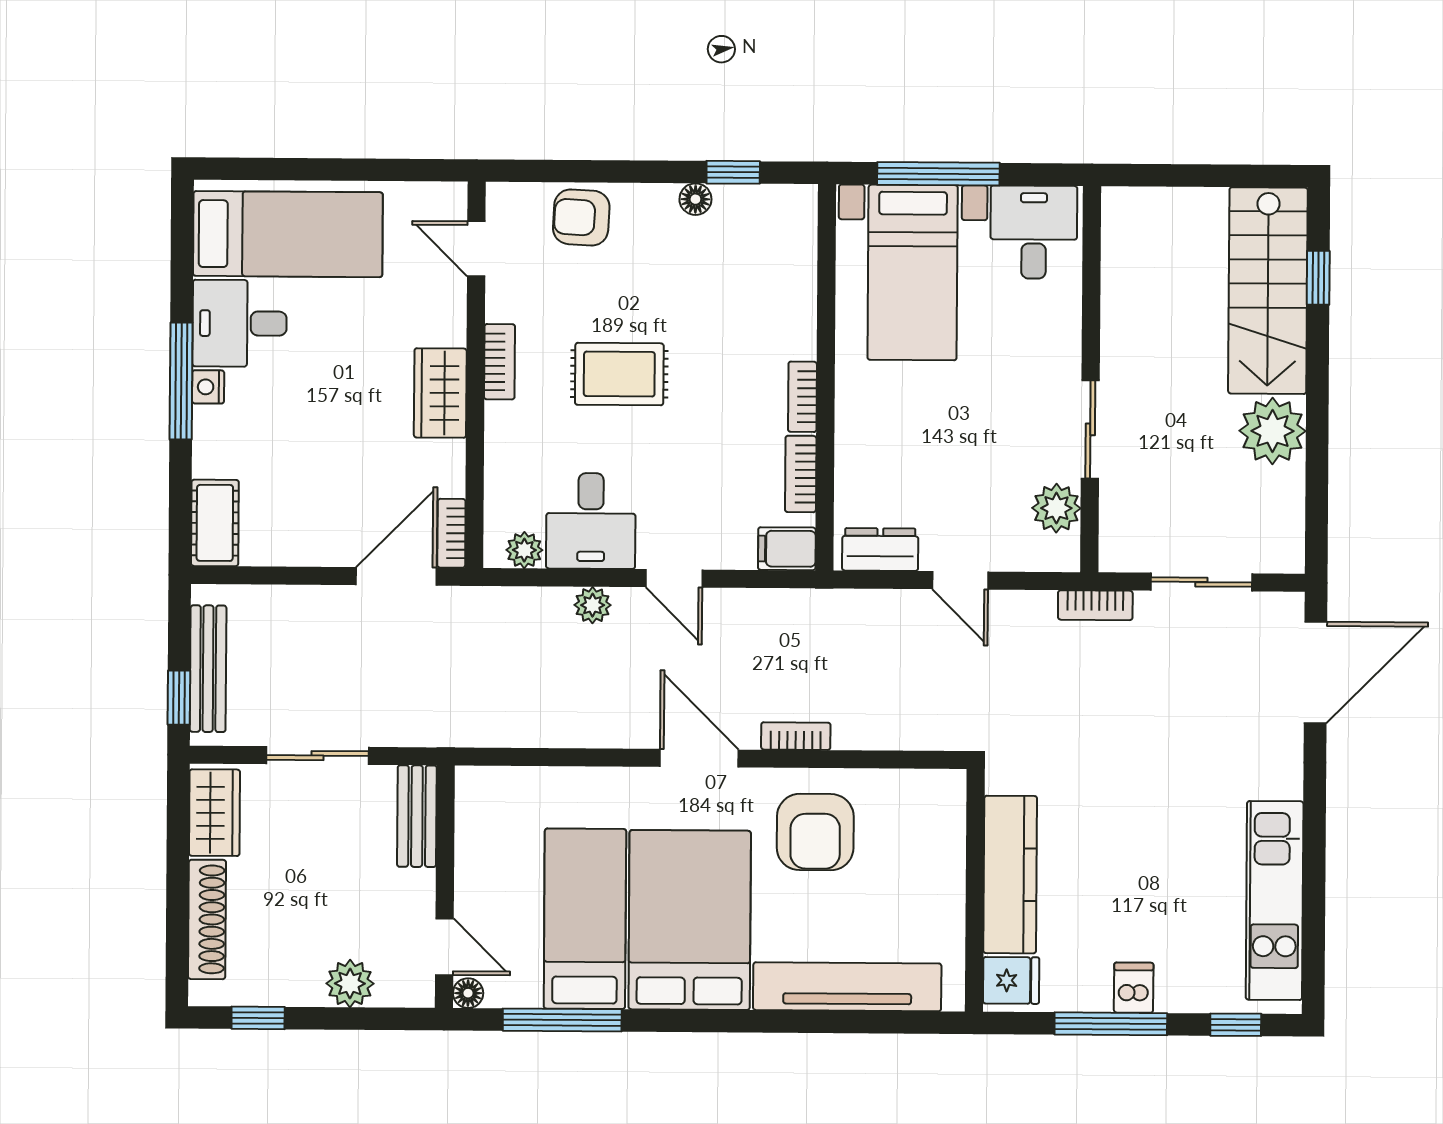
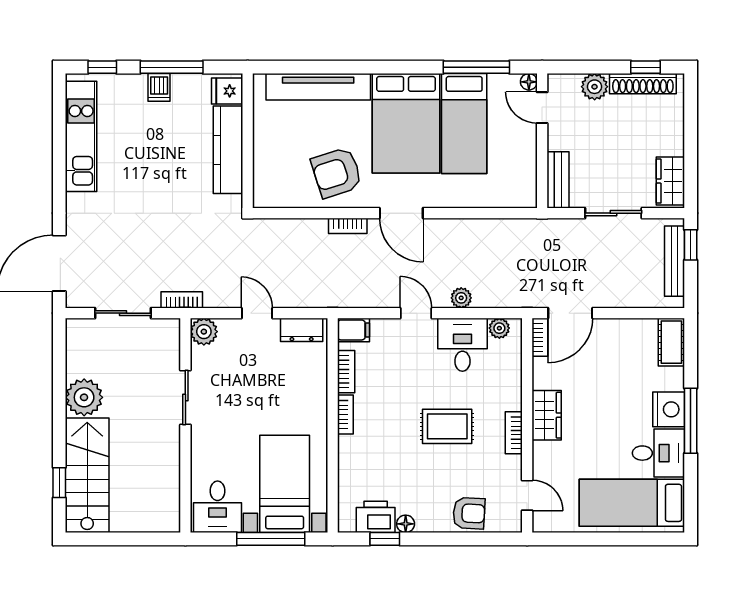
printer: (749, 212) -> (376, 517), added
nightstand: (208, 387) -> (669, 409), width x1.89, depth x1.79
plant: (1056, 508) -> (204, 332), moved
armchair: (815, 832) -> (337, 173), turned -108
shoe rack: (207, 919) -> (643, 84), moved, turned -90

